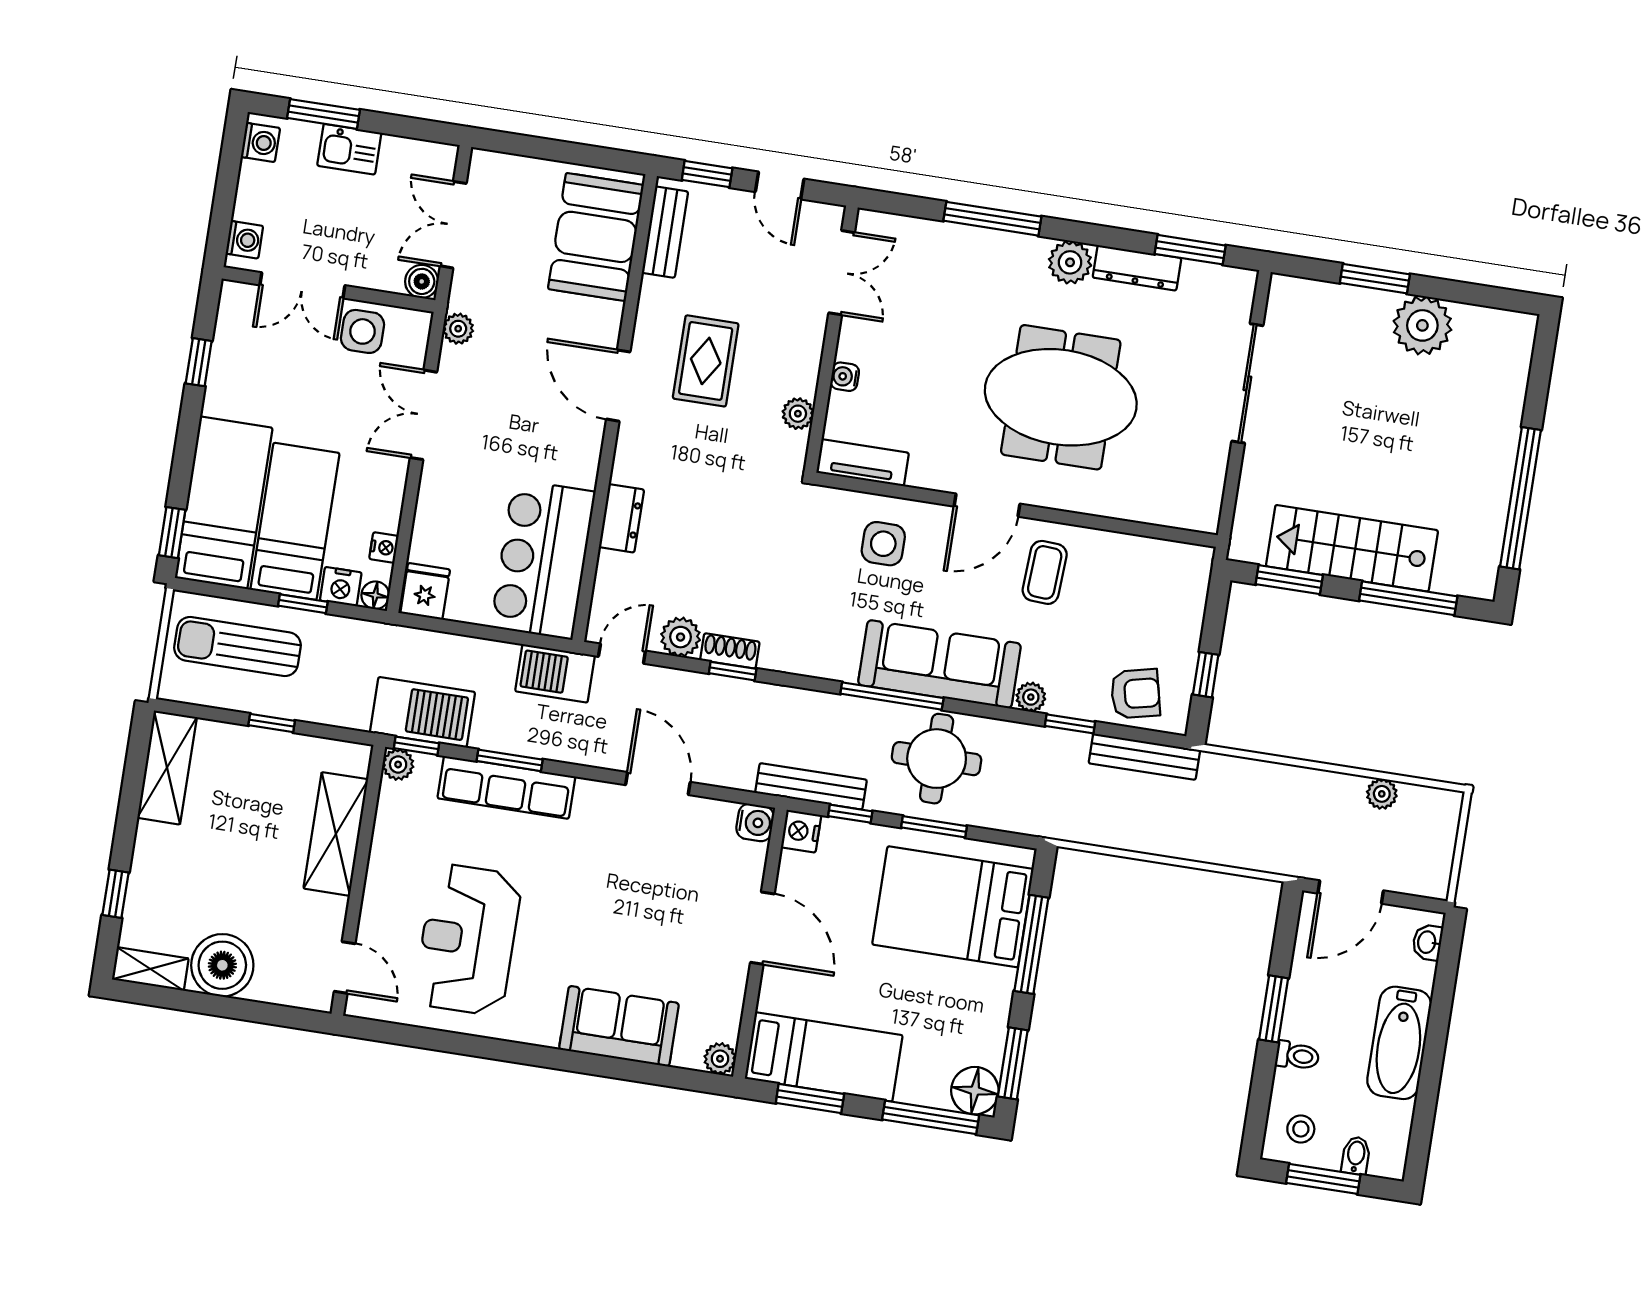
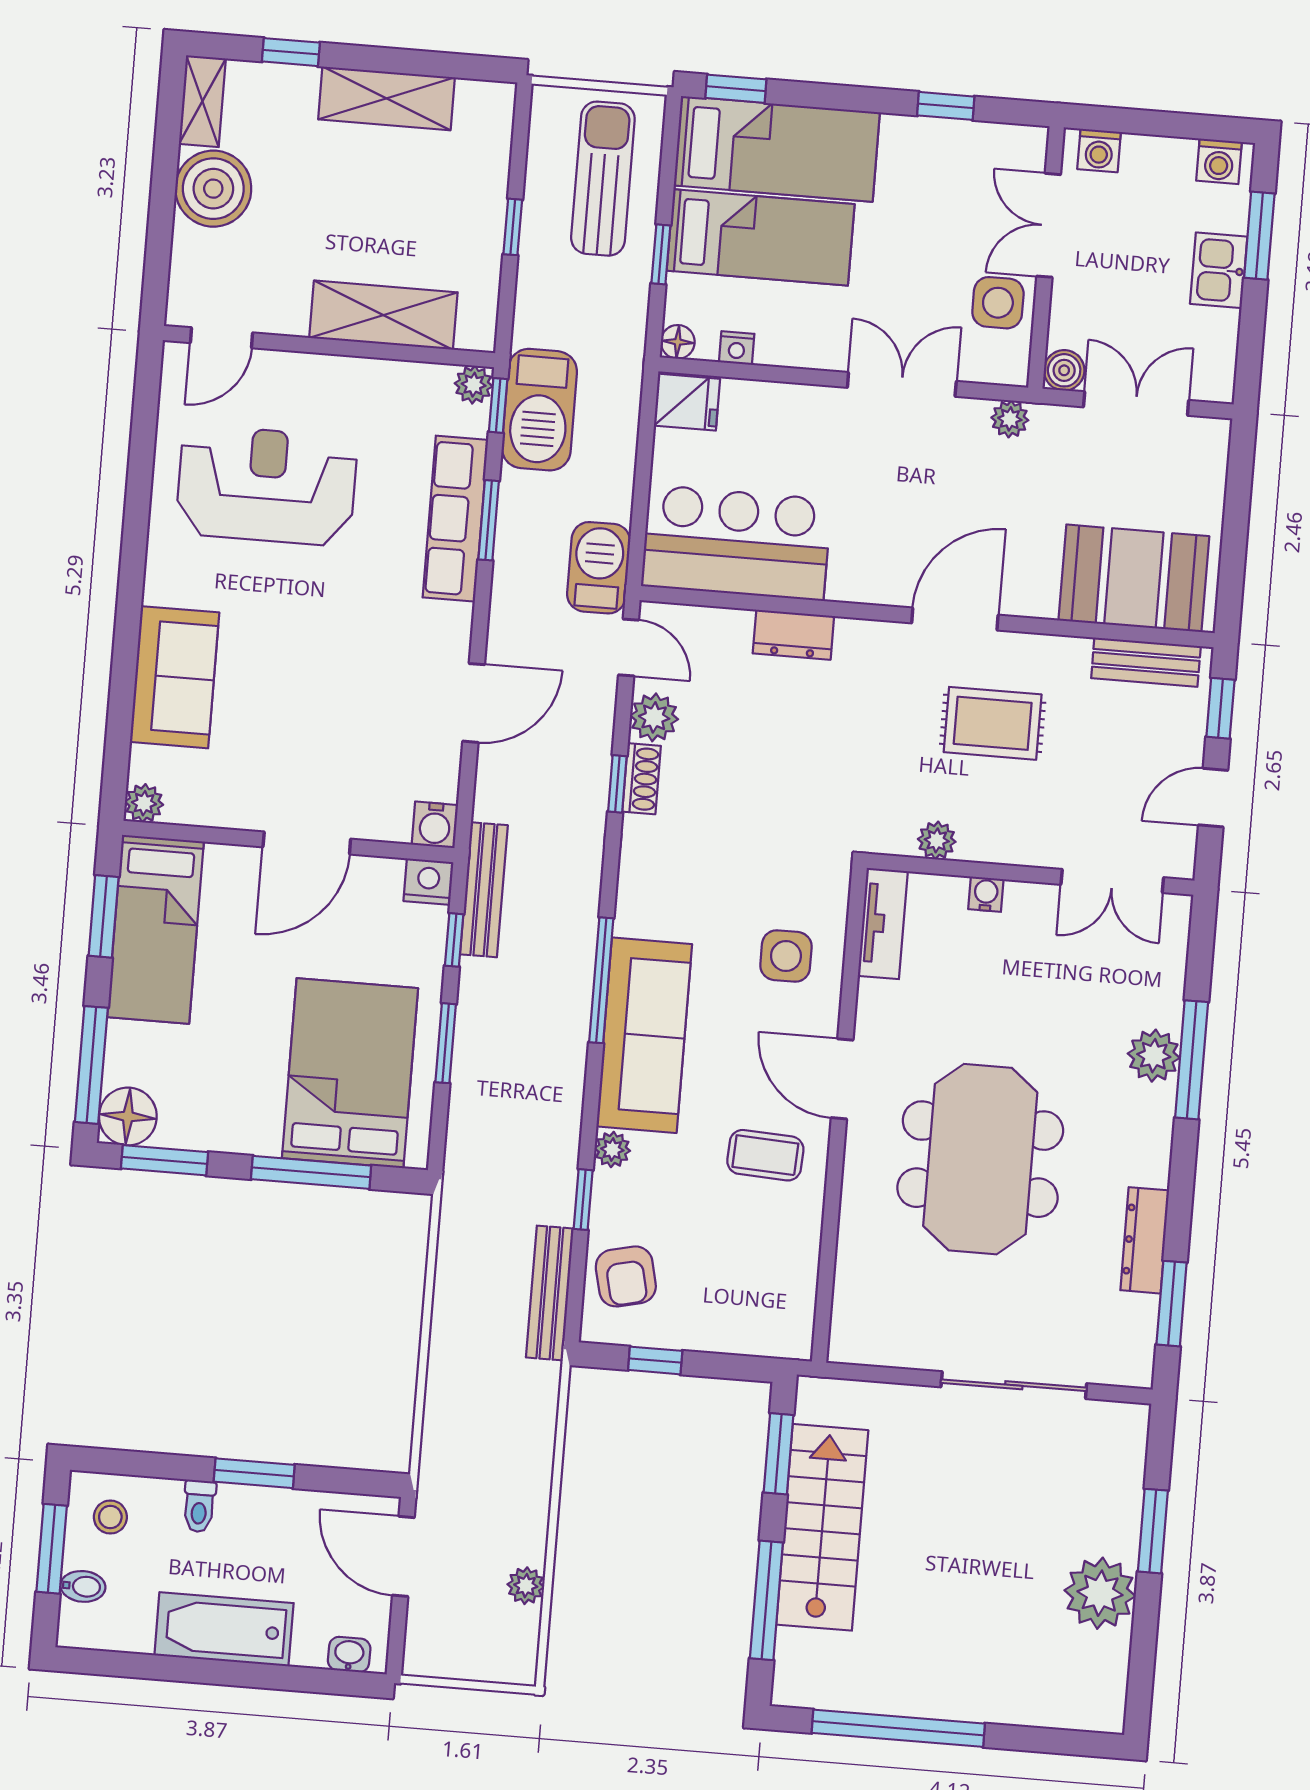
plant: (1070, 262) -> (1154, 1056), moved
nightstand: (341, 586) -> (685, 299), removed
round table: (937, 759) -> (529, 1040), removed
shelving: (167, 768) -> (387, 98), moved

